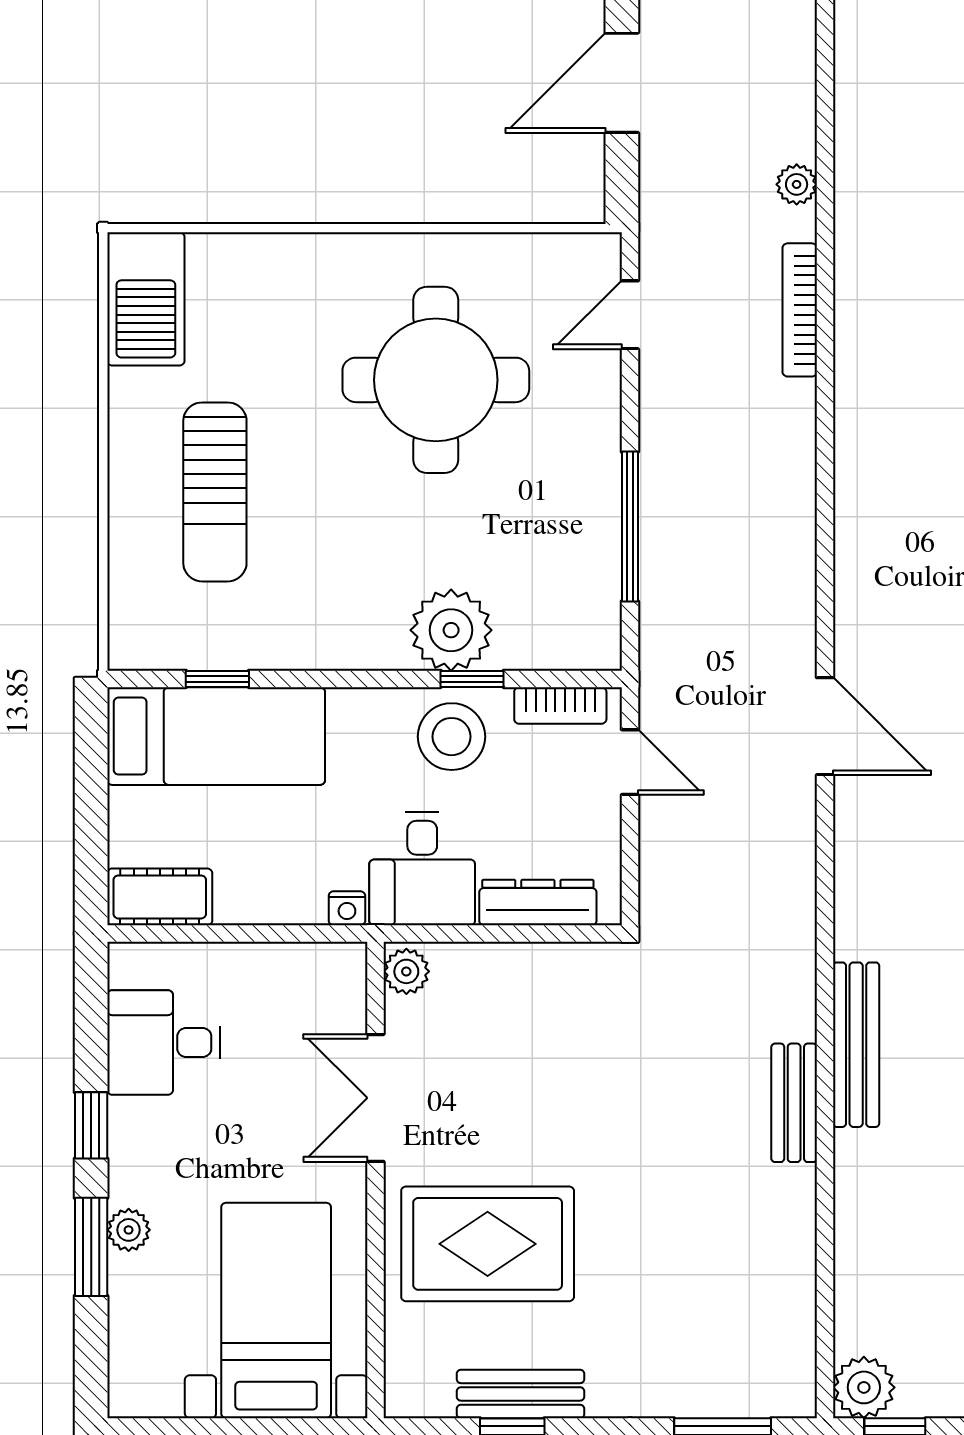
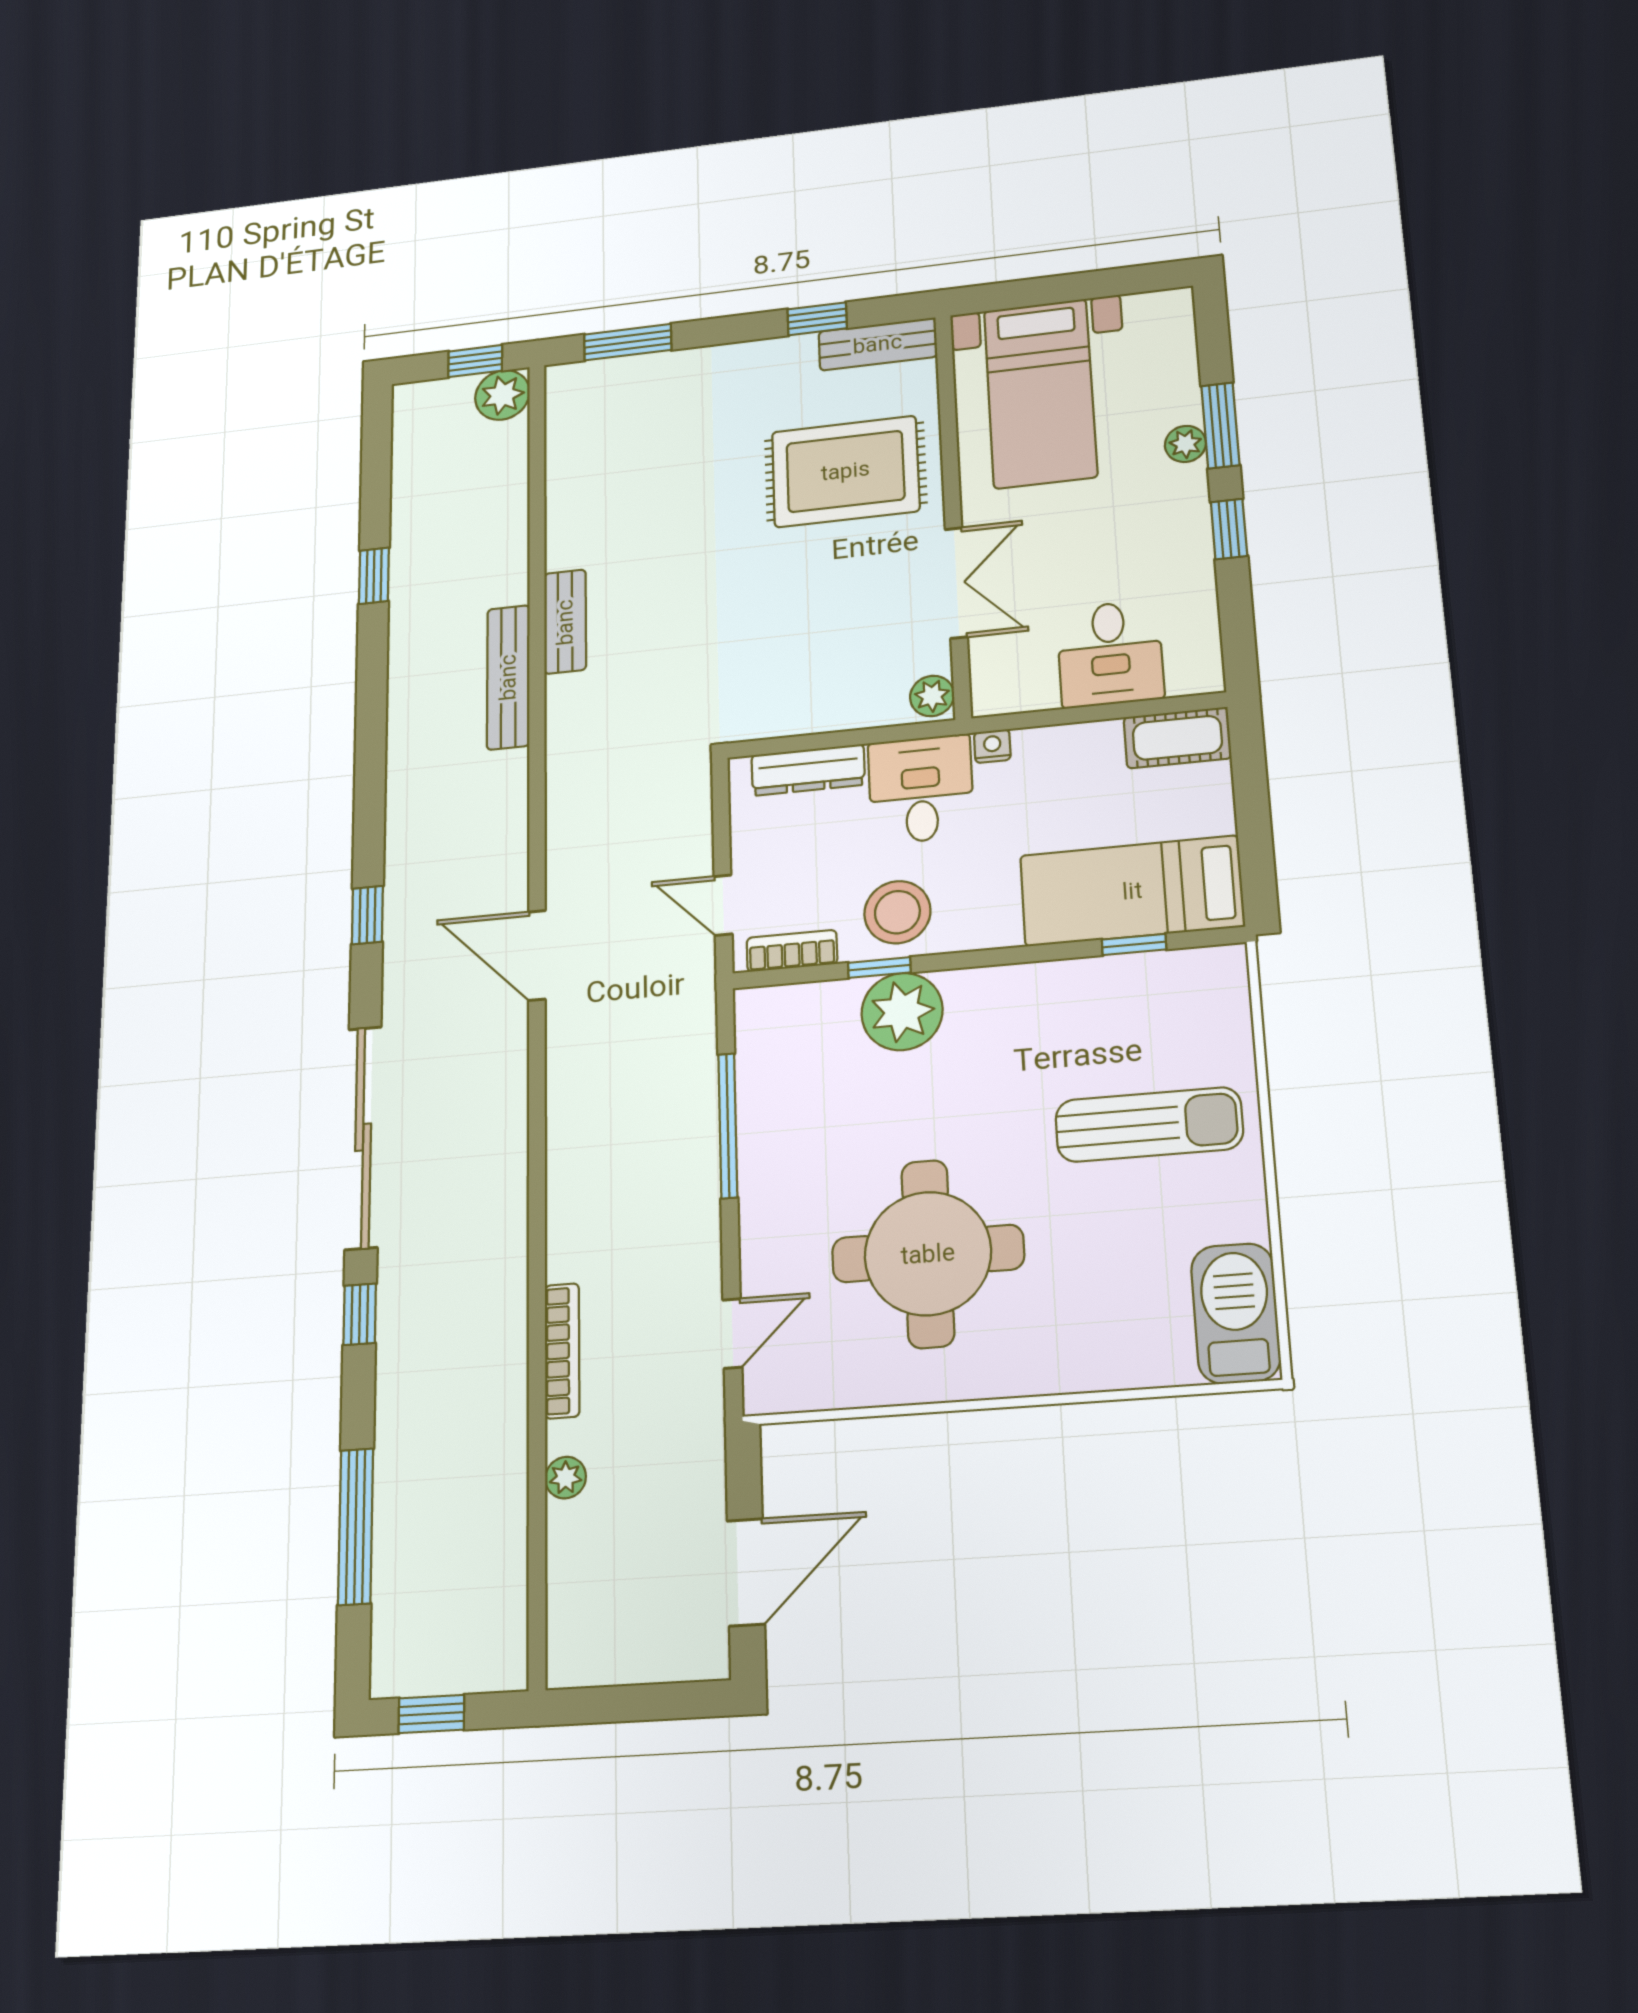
sun lounger: (215, 492) -> (1149, 1125), turned 90
desk: (164, 1043) -> (1110, 654), moved, turned 90
bench: (521, 1394) -> (878, 344), moved

